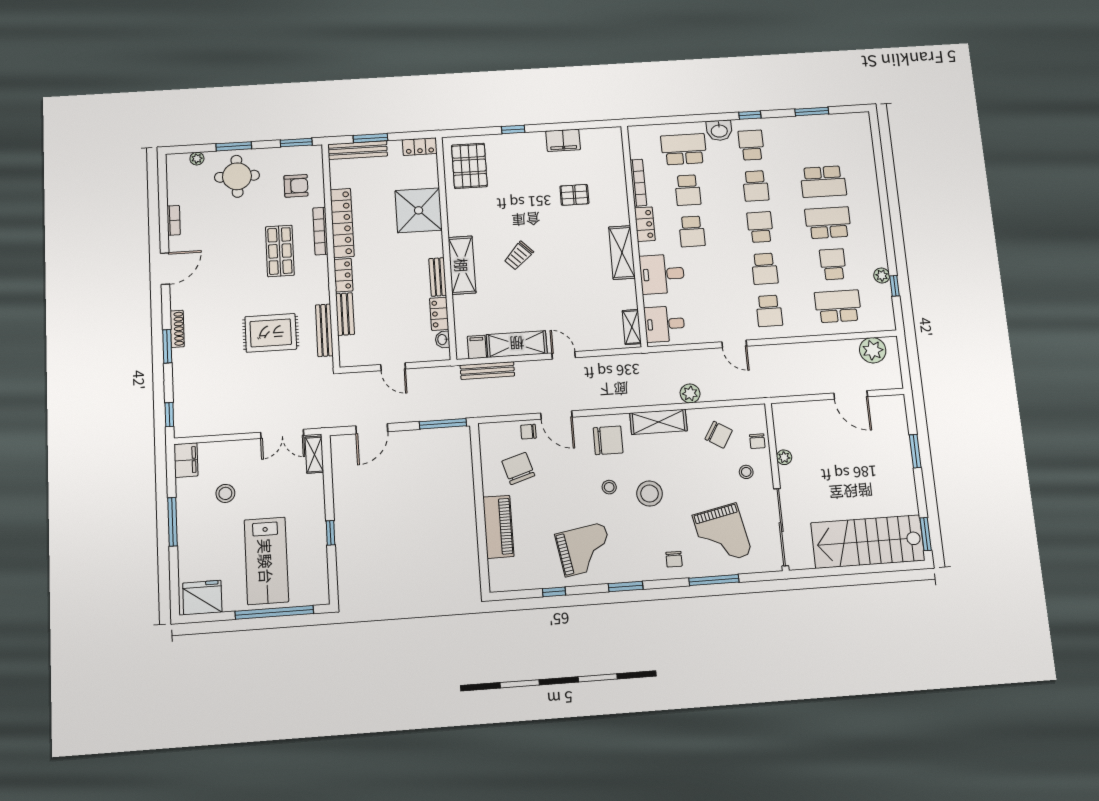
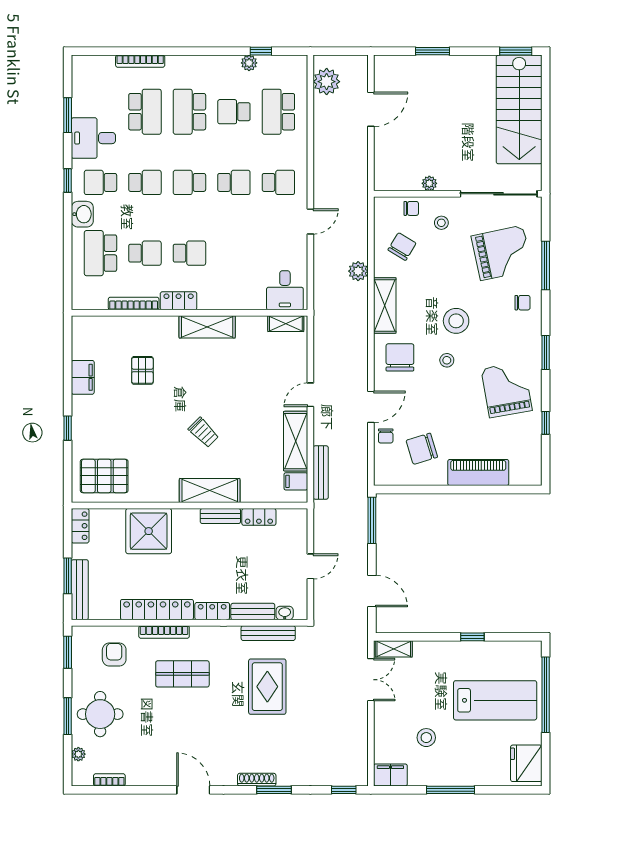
bookcase: (871, 174) -> (140, 61), added
bookcase: (174, 220) -> (109, 780), moved
desk: (662, 274) -> (93, 138), moved, turned 90
washbasin: (443, 340) -> (285, 613), moved, turned 180

